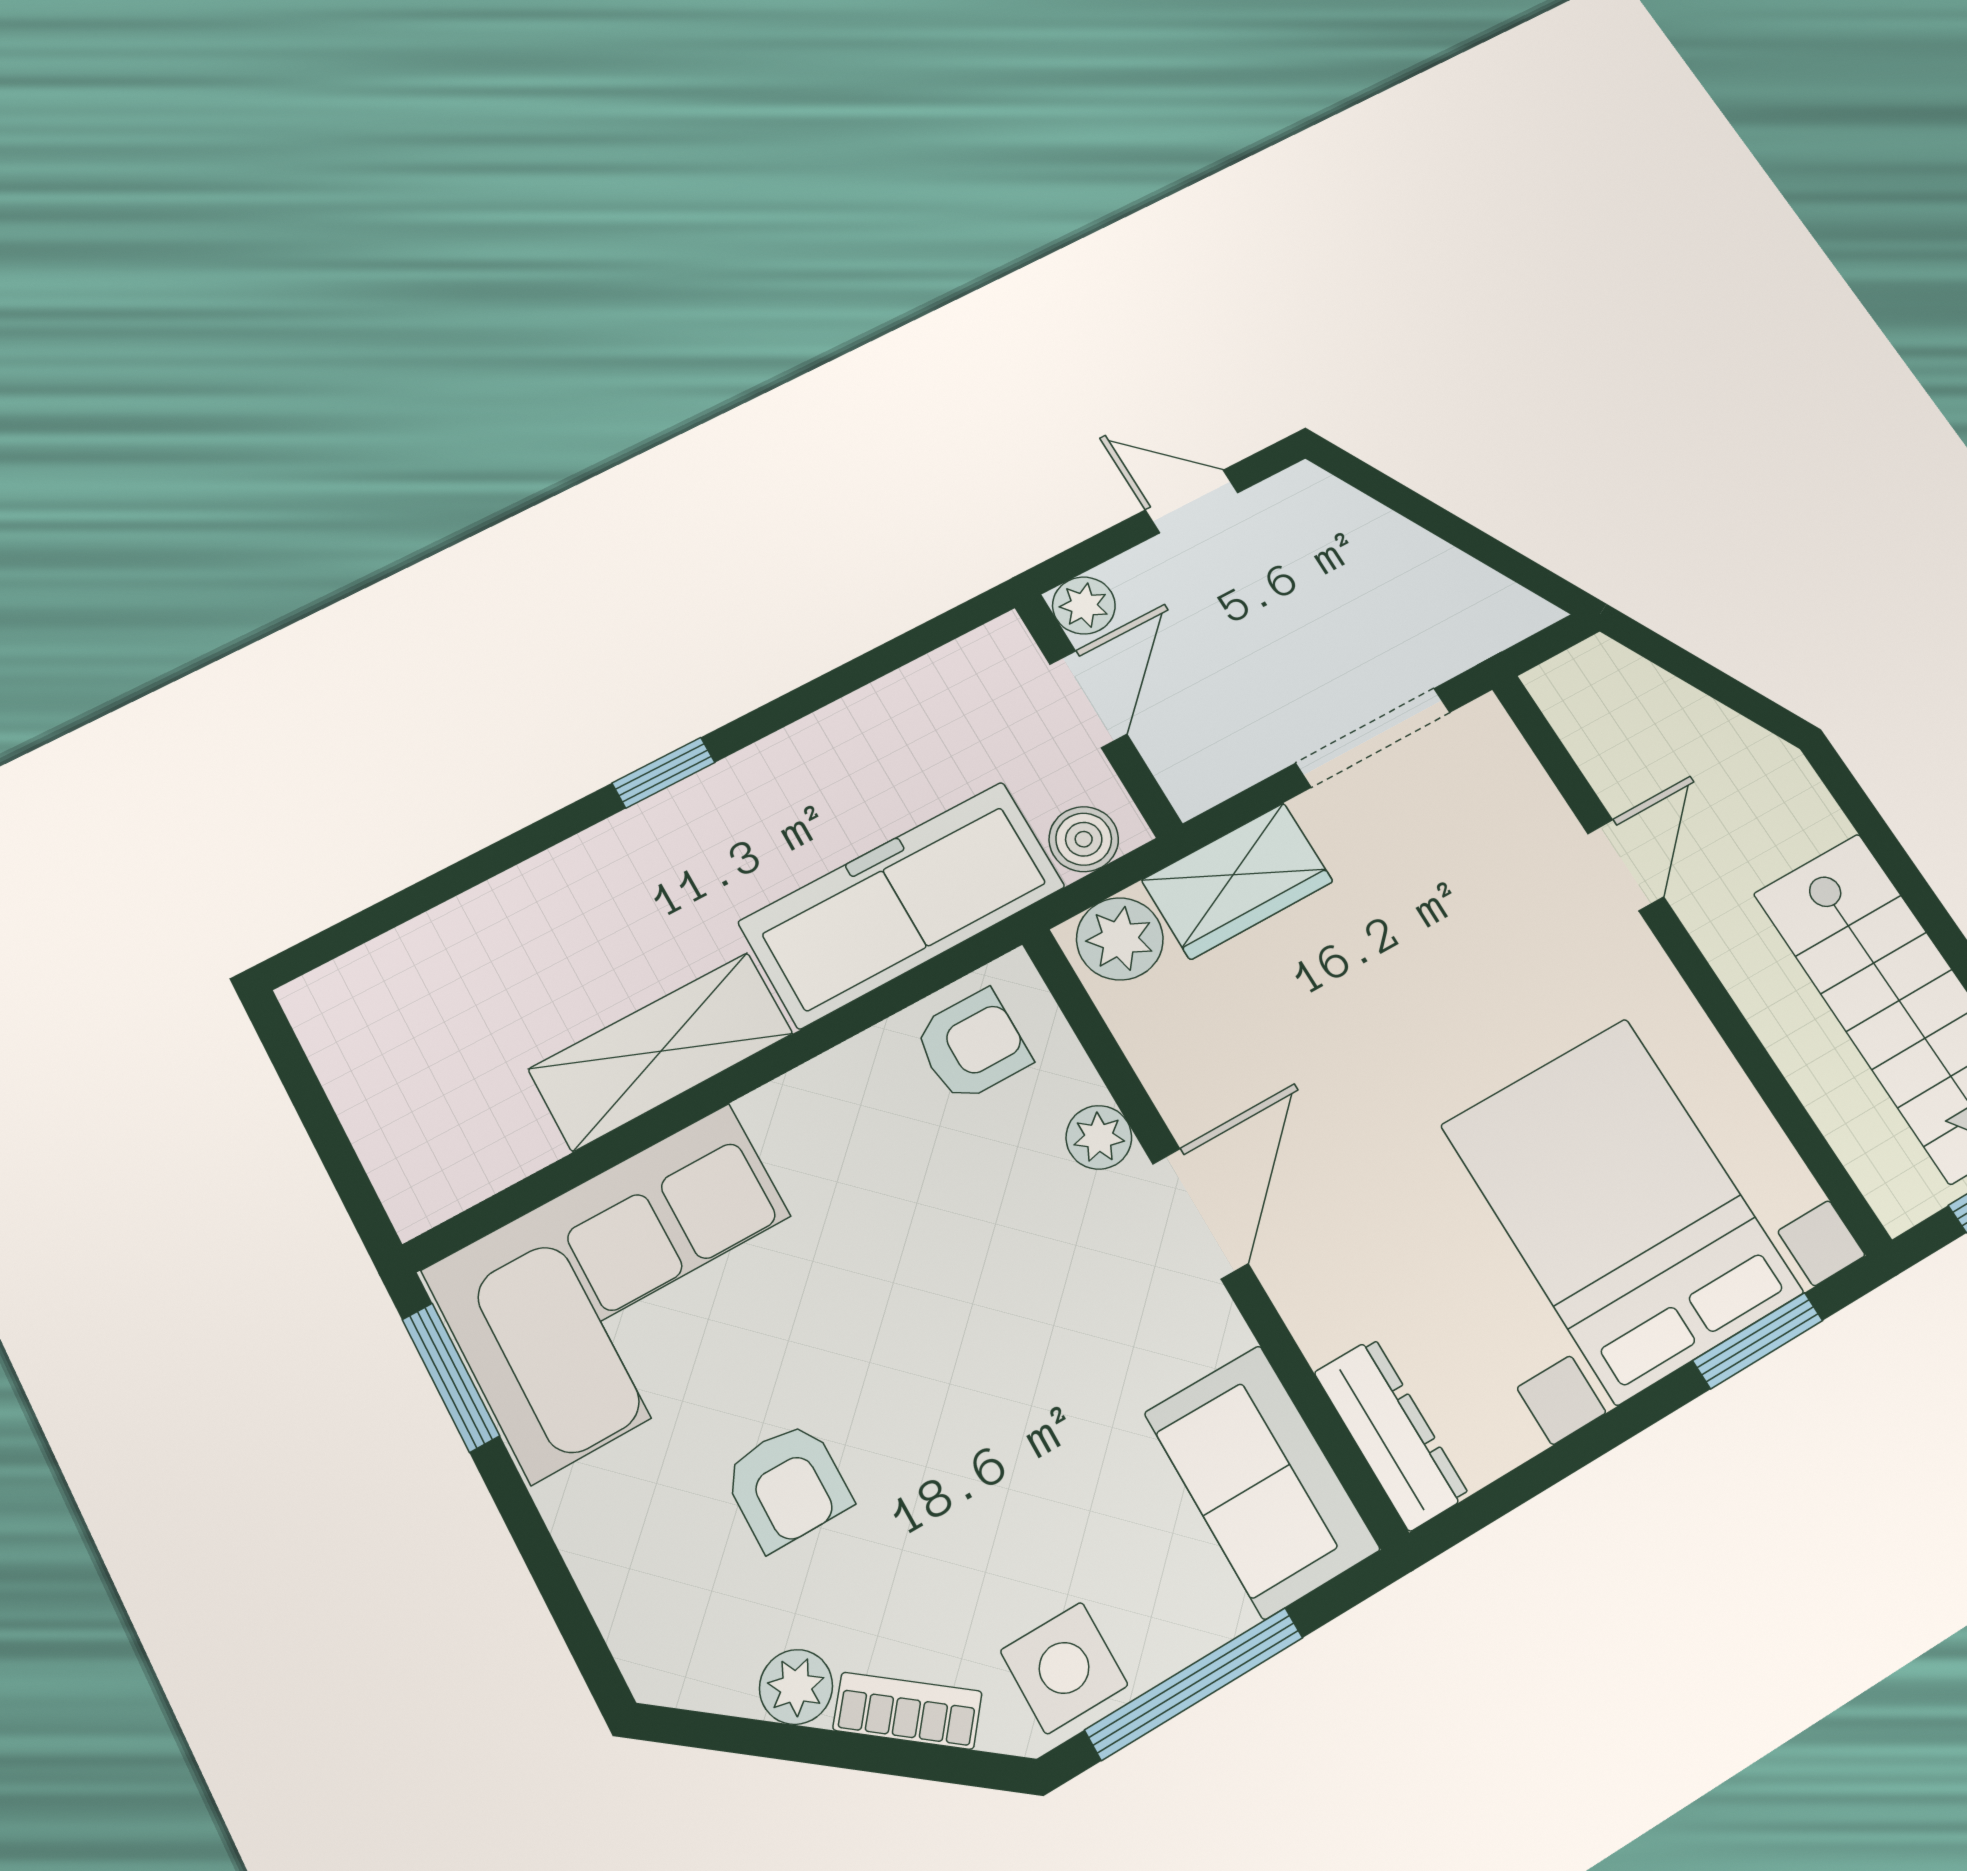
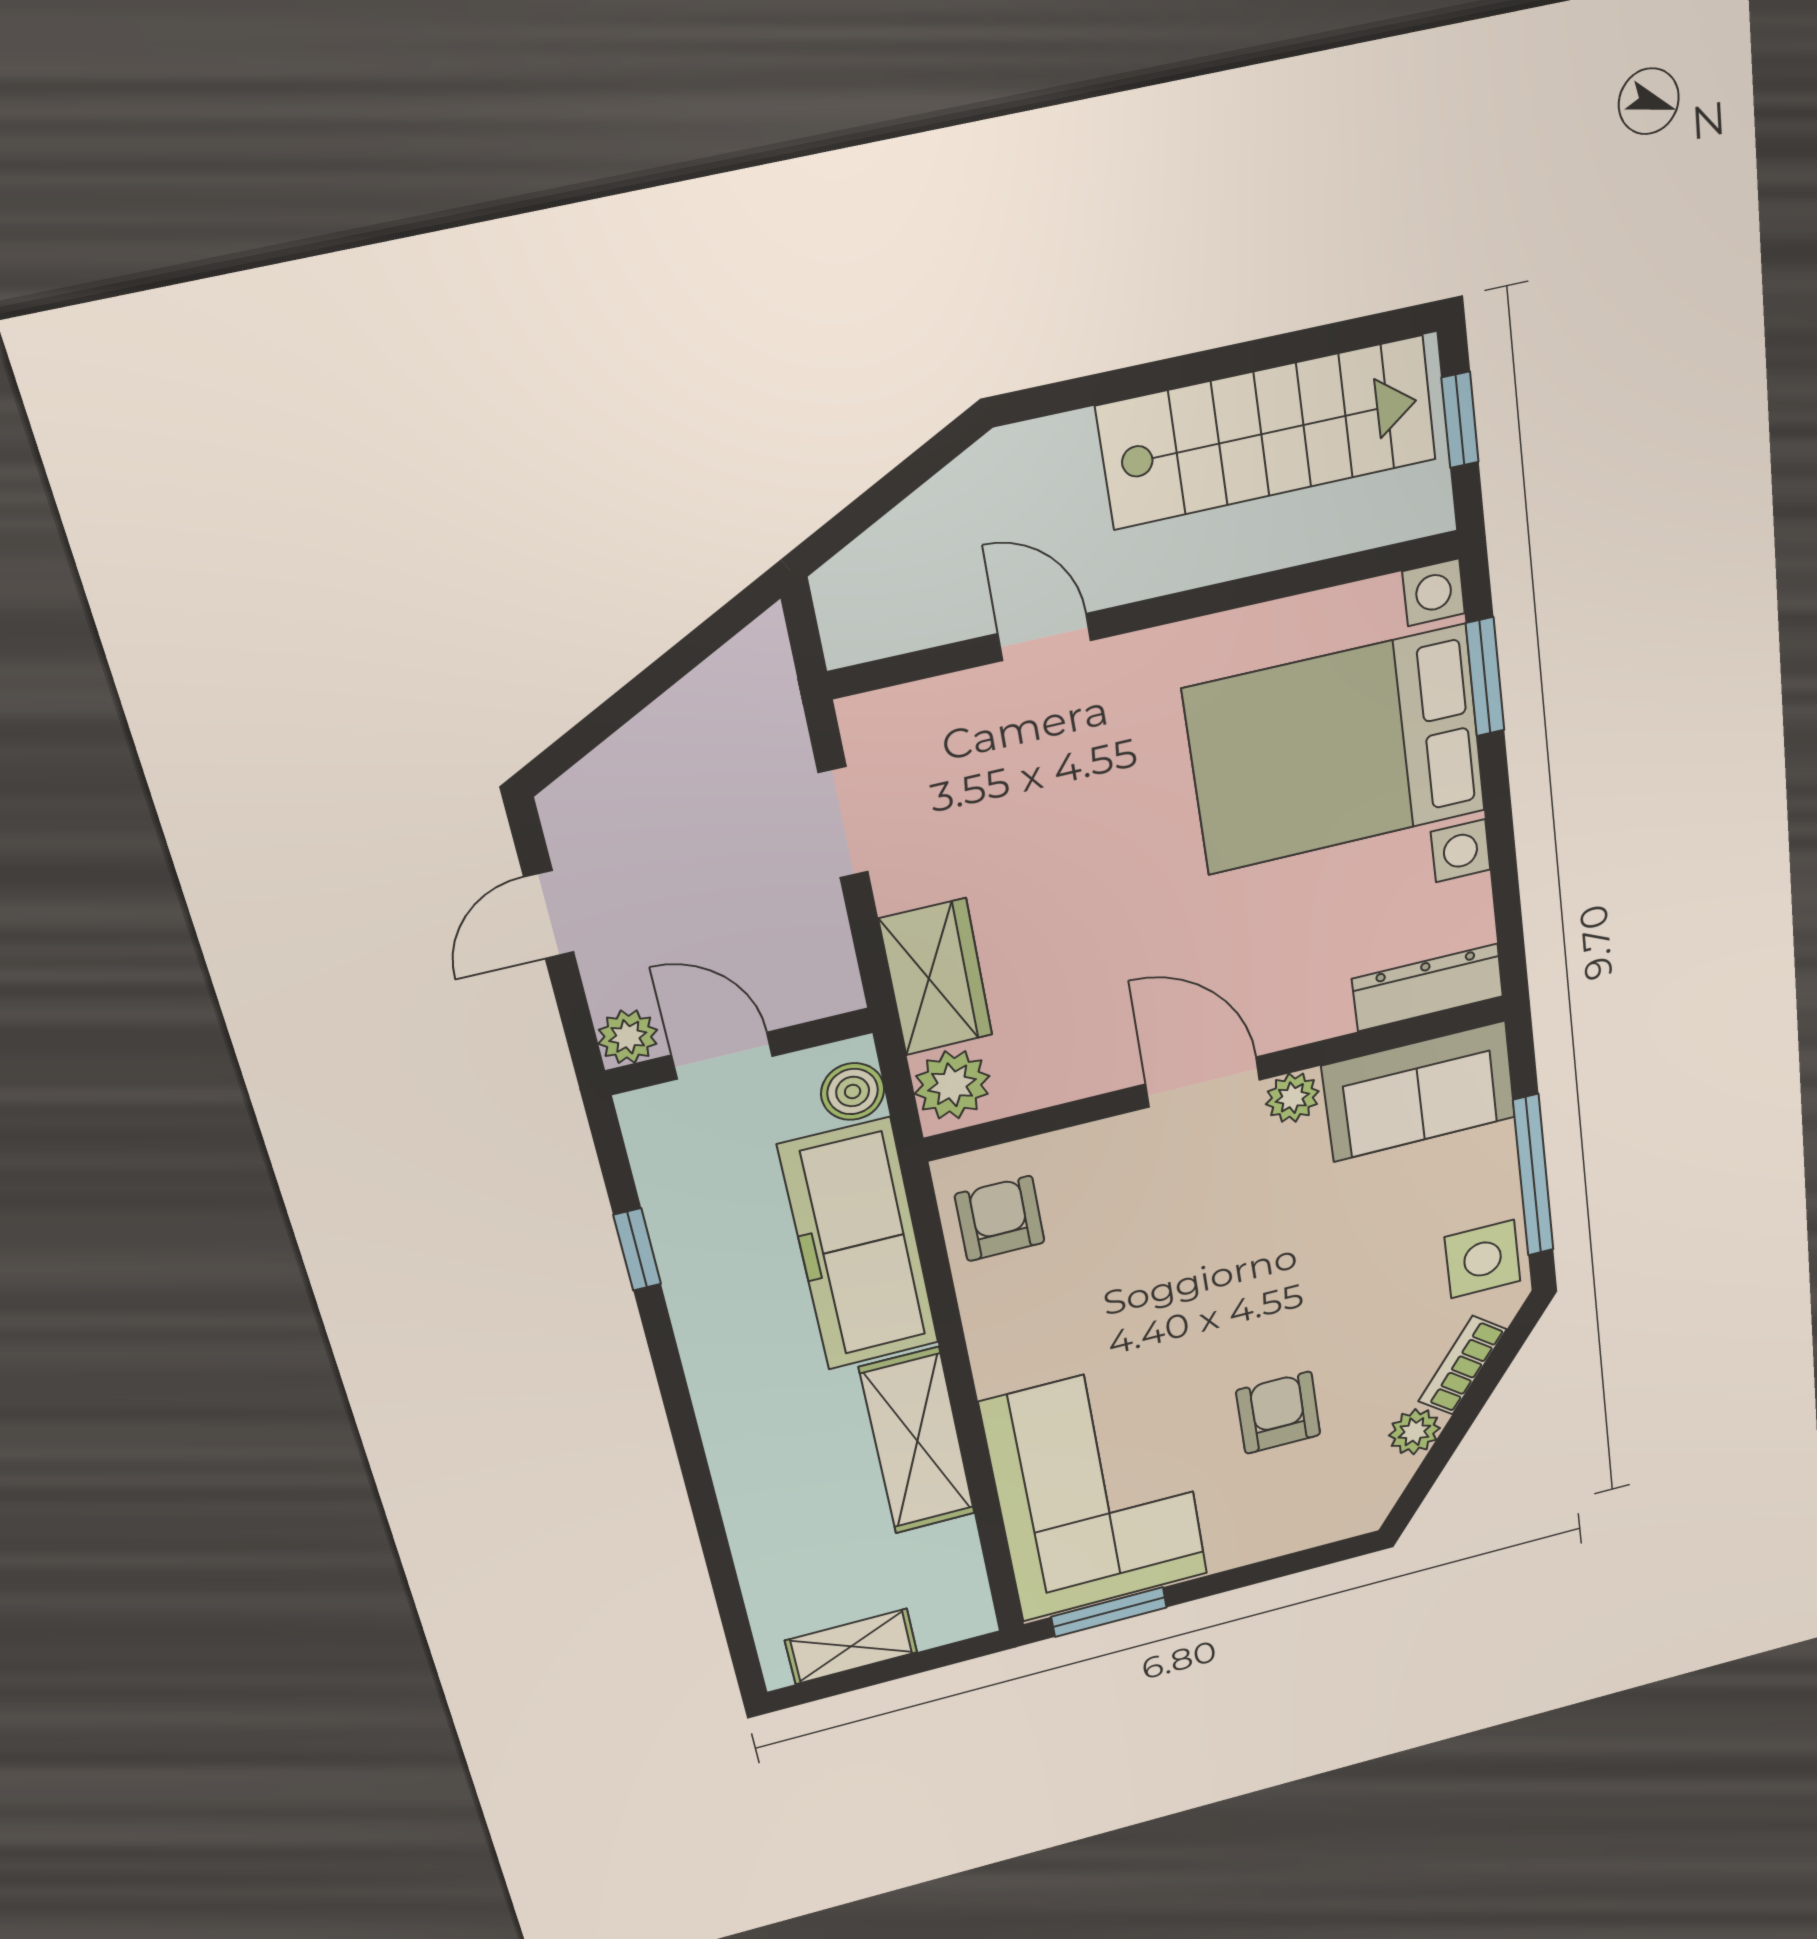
doorway: (1373, 738) -> (843, 822), width x0.73
window: (663, 773) -> (637, 1250), moved
shelving: (354, 1069) -> (851, 1646), added
plant: (1099, 1137) -> (1292, 1098), moved
armchair: (787, 1486) -> (1278, 1413), turned -90

